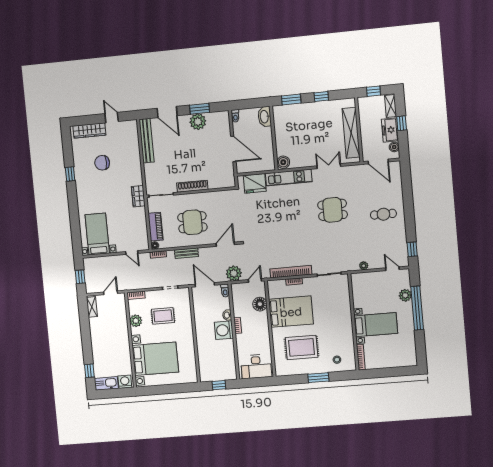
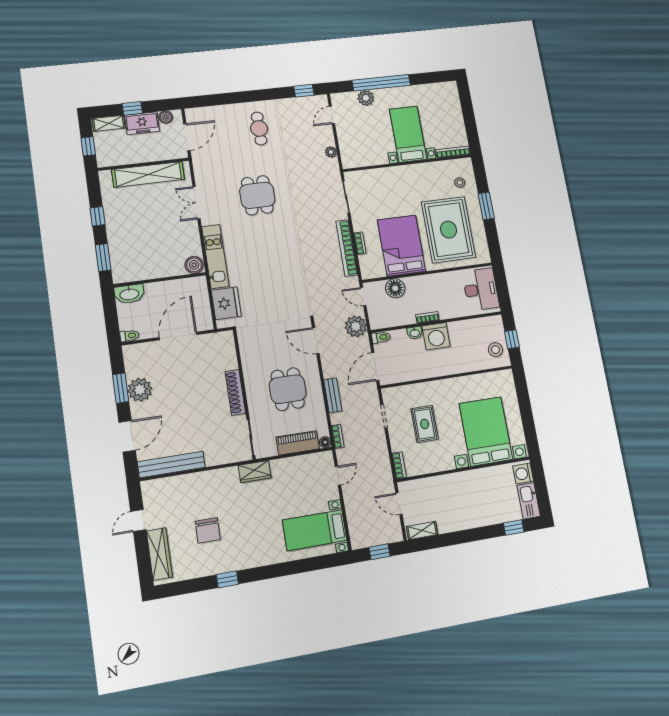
plant: (136, 321) -> (435, 463), removed
rug: (301, 347) -> (449, 230), width x1.37, depth x1.44
stool: (212, 372) -> (495, 350), added

